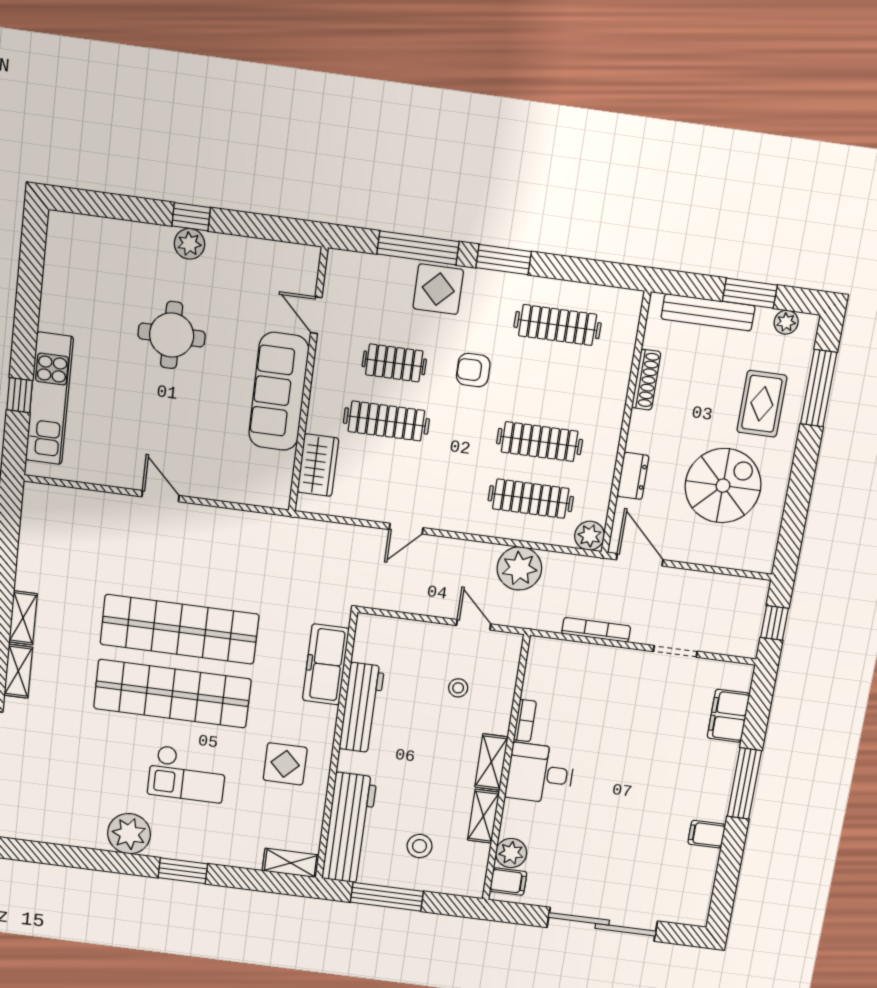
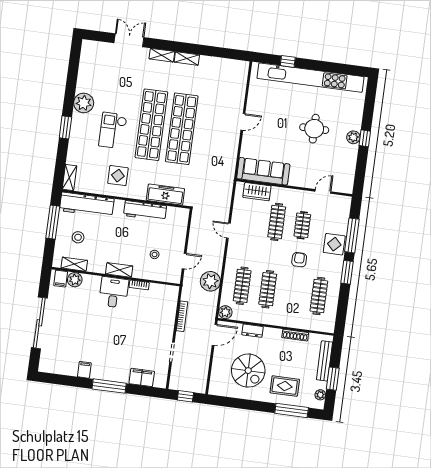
sofa: (279, 392) -> (263, 171), moved
kitchen unit: (49, 399) -> (311, 78), width x1.86
shelving: (483, 816) -> (74, 264), moved

